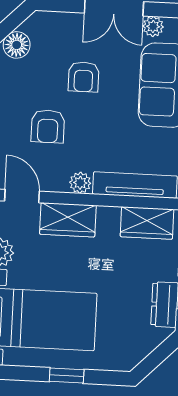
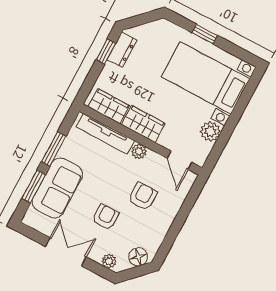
plant: (153, 26) -> (109, 261), moved
wardrobe: (68, 220) -> (143, 124), moved

